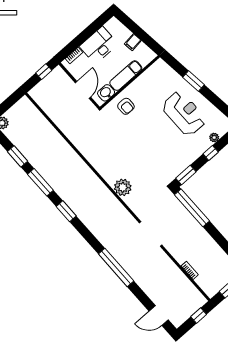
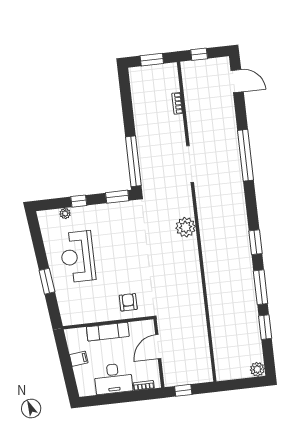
washbasin: (106, 93) -> (138, 328), removed

